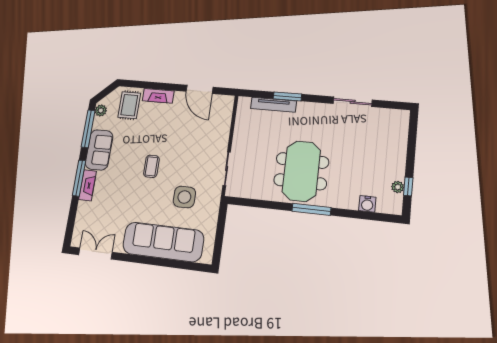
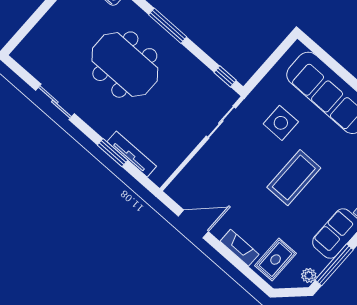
door: (200, 89) -> (193, 224), hinge flipped
coffee table: (151, 166) -> (294, 178), width x1.86, depth x1.72
meeting table: (301, 171) -> (125, 65), moved, turned 90
window: (245, 202) -> (225, 76), added

